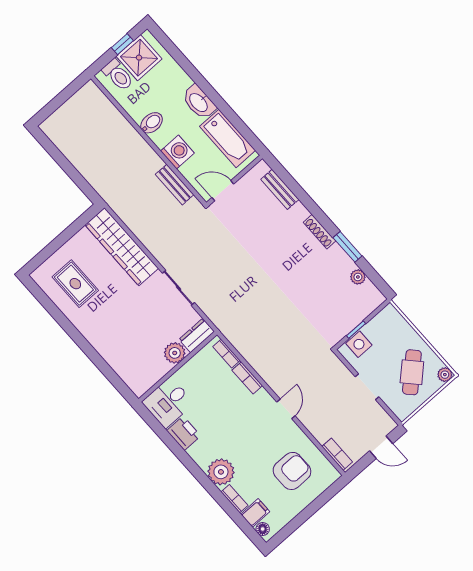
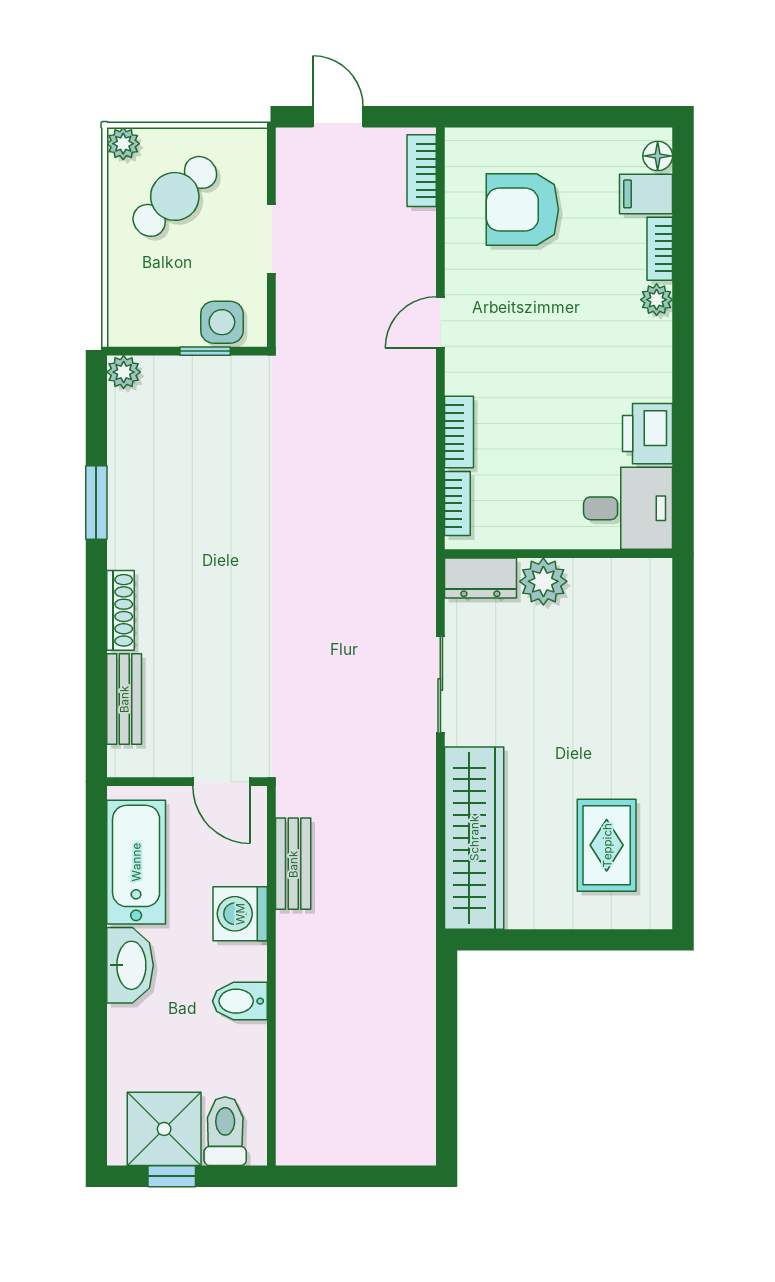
shoe rack: (320, 232) -> (120, 610), moved
plant: (358, 277) -> (124, 372), moved
plant: (221, 472) -> (657, 300), width x0.53, depth x0.53

